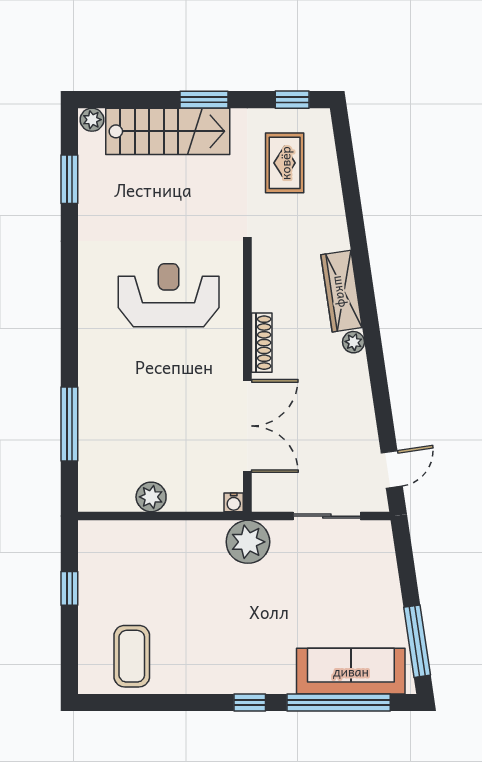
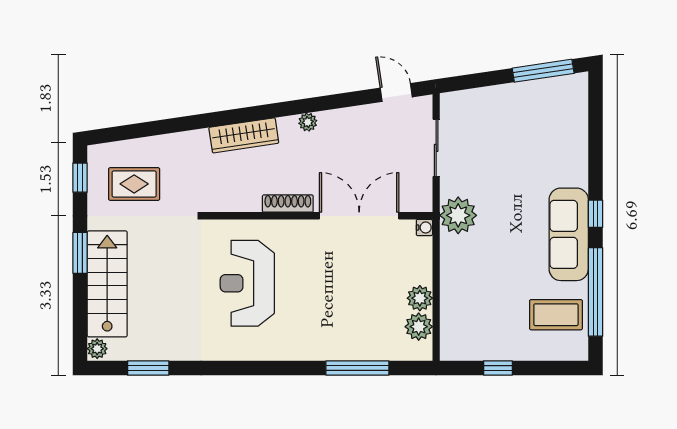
plant: (353, 342) -> (308, 122), moved
plant: (118, 496) -> (419, 327), added
sofa: (351, 671) -> (569, 234), moved
window: (339, 702) -> (596, 292), moved

